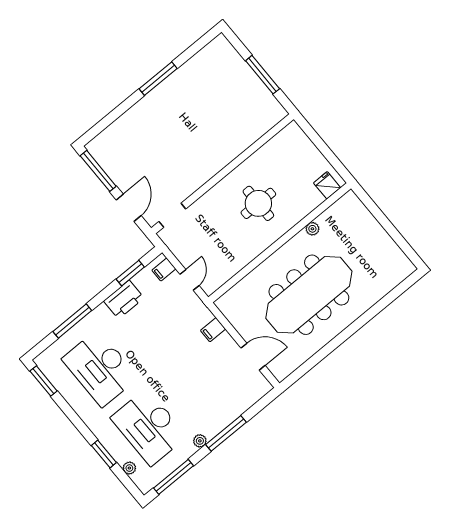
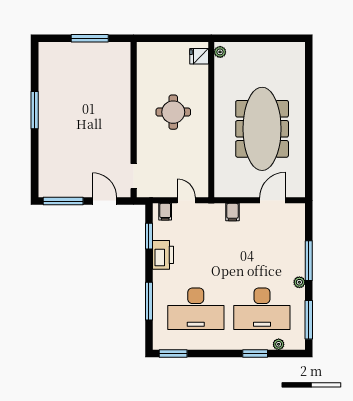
plant: (312, 229) -> (220, 52), moved

